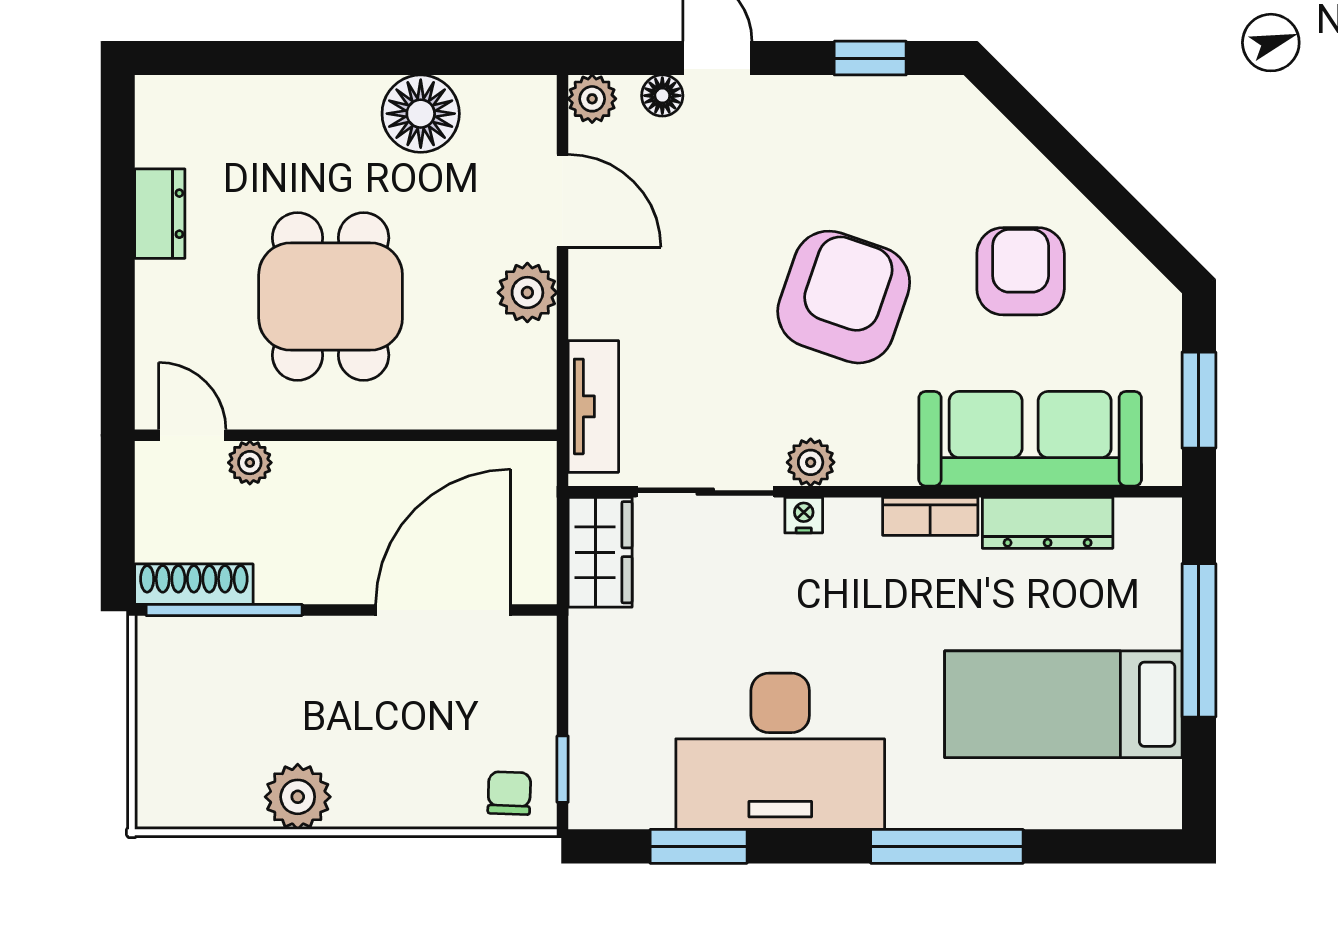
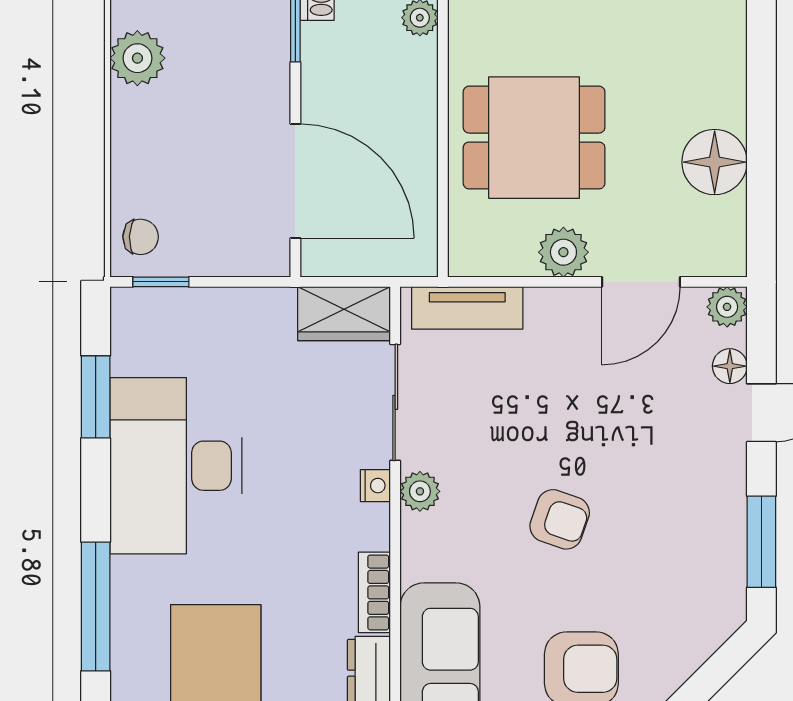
window: (870, 58) -> (761, 542), width x1.50
dining table: (331, 296) -> (534, 138), moved
armchair: (844, 297) -> (560, 519), width x0.53, depth x0.53

